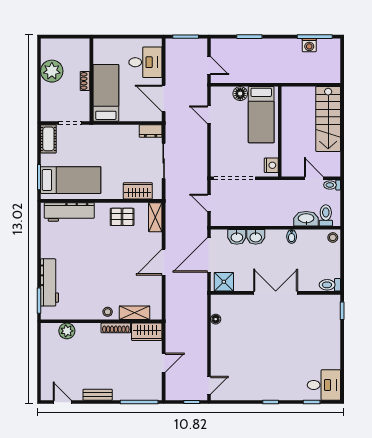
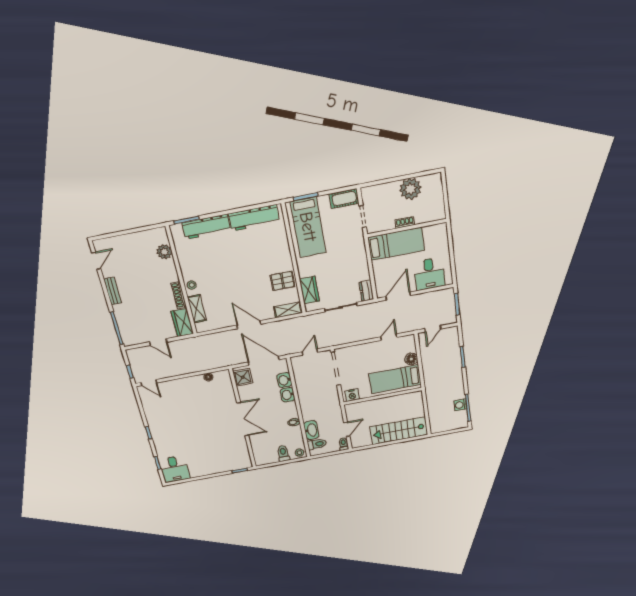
workbench: (69, 212) -> (254, 218), moved, turned -90
pallet: (122, 217) -> (283, 281), turned 90
toilet: (330, 285) -> (283, 453), moved

